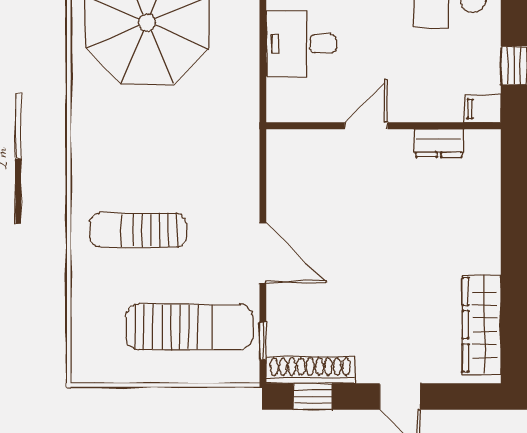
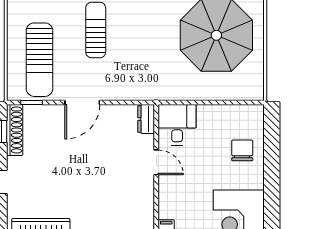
desk: (301, 44) -> (177, 125), moved
dresser: (439, 143) -> (146, 119), moved

